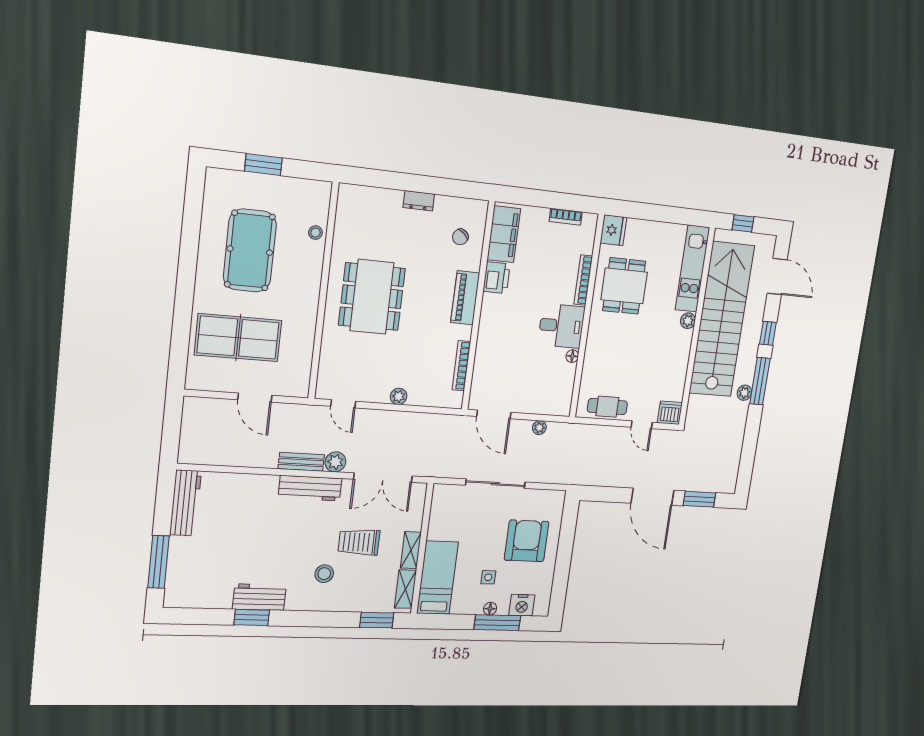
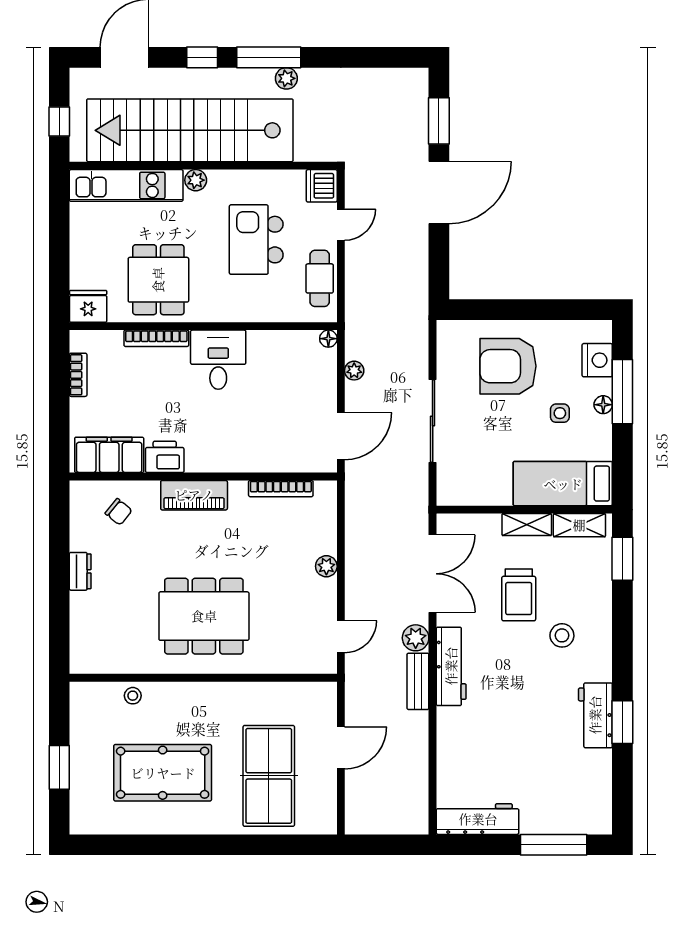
dining table: (624, 286) -> (158, 280), turned 90
floor lamp: (572, 356) -> (328, 339), moved
kitchen island: (641, 362) -> (256, 240), added

